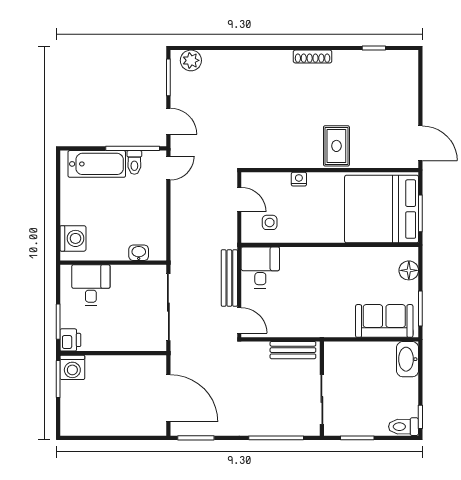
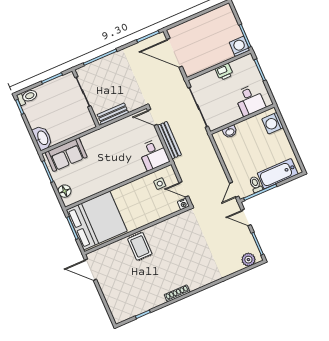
nightstand: (299, 179) -> (183, 204), moved
printer: (70, 340) -> (224, 72), moved, turned -90

